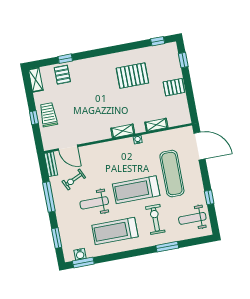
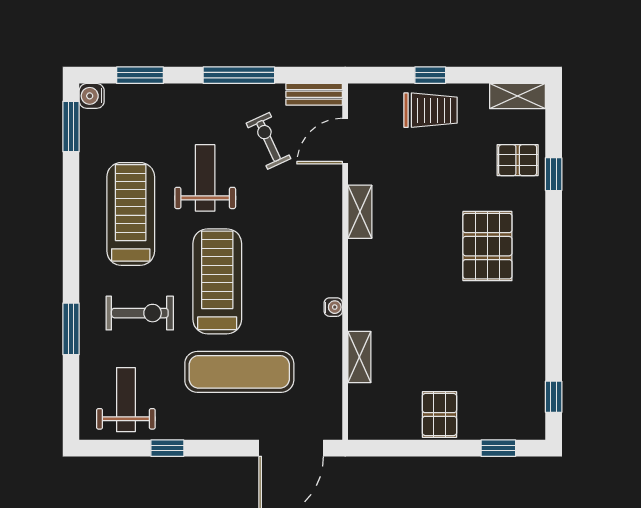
pallet: (132, 76) -> (487, 246), moved
shelving: (123, 131) -> (360, 212), moved
water cooler: (80, 254) -> (92, 96), moved

